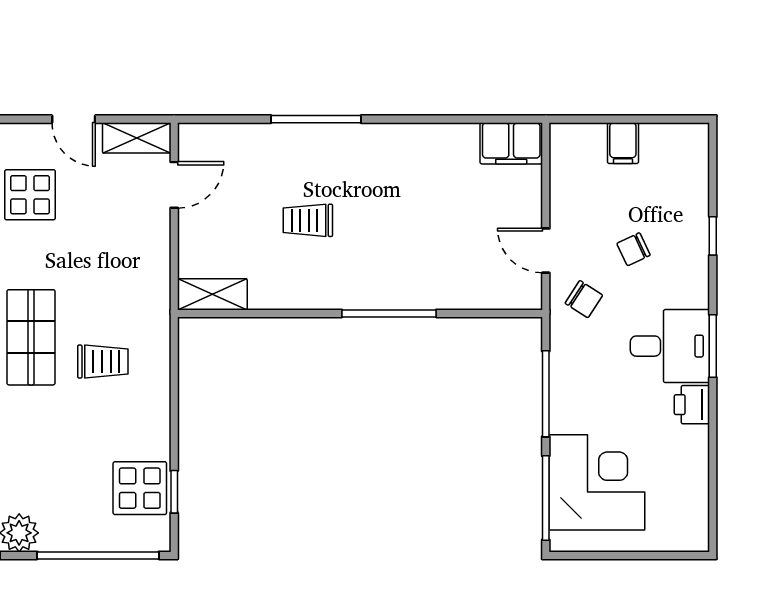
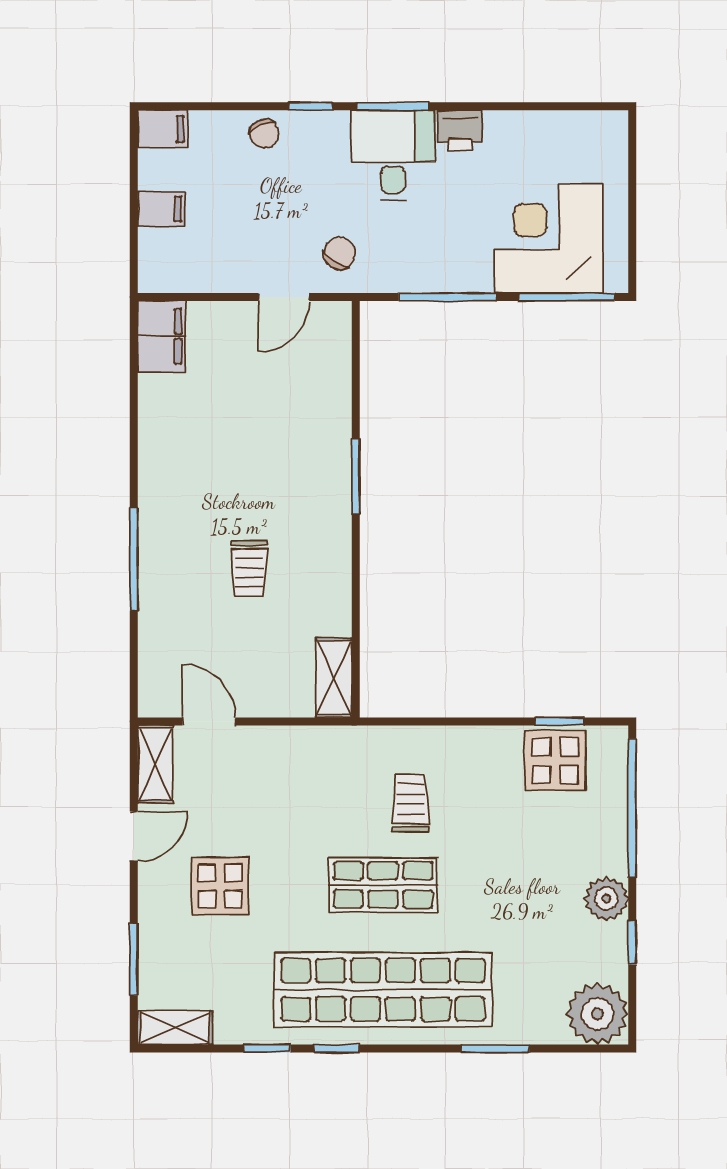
filing cabinet: (693, 144) -> (163, 129), added
window: (713, 236) -> (311, 106), moved
chair: (633, 249) -> (265, 133), moved
window: (389, 313) -> (356, 476), width x0.69

